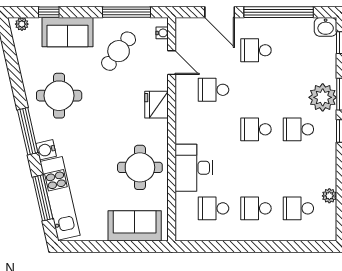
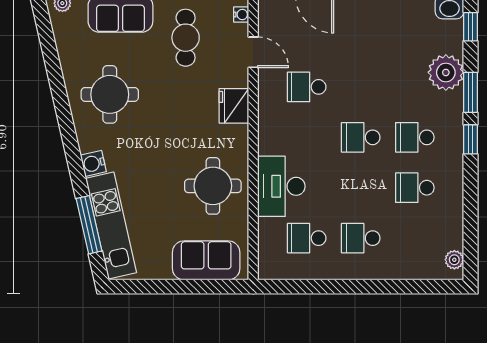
school desk: (256, 50) -> (361, 37), removed
cafe table: (119, 51) -> (186, 38), turned -38
plant: (323, 97) -> (446, 72), moved
window: (28, 131) -> (70, 140), removed
plant: (329, 196) -> (454, 260), moved
school desk: (298, 208) -> (415, 188), moved

